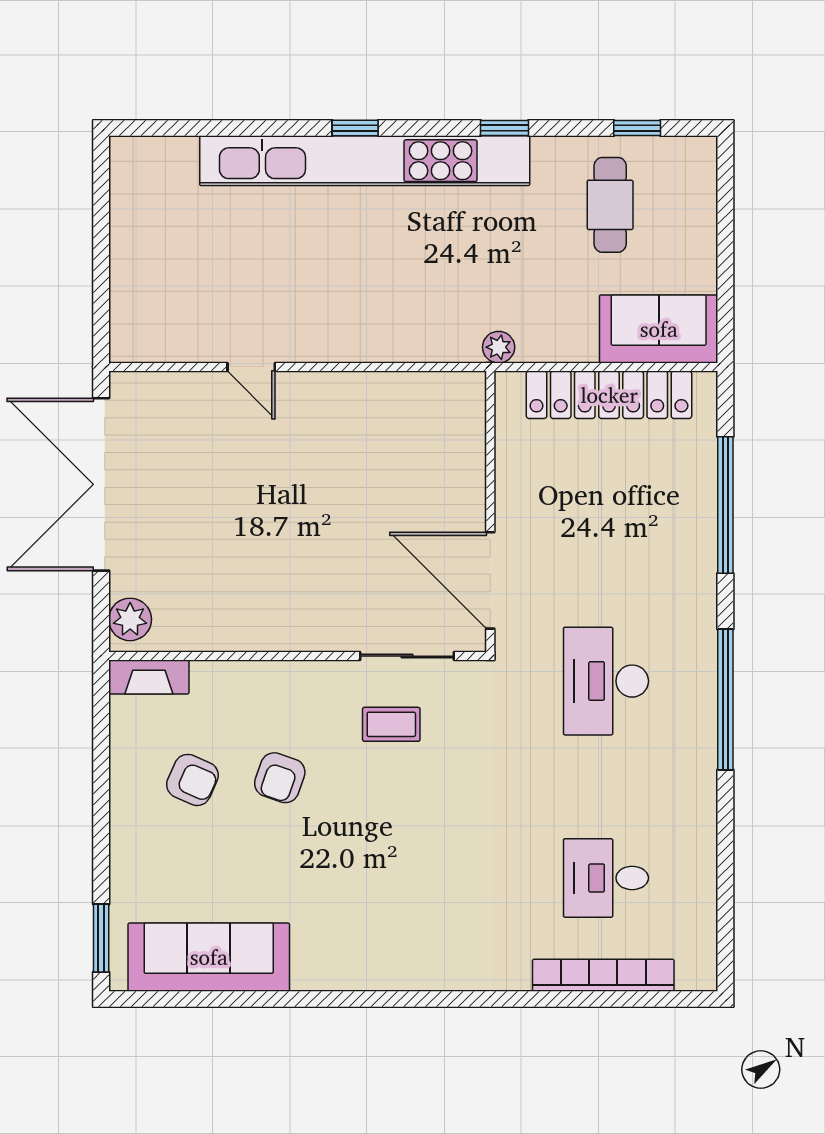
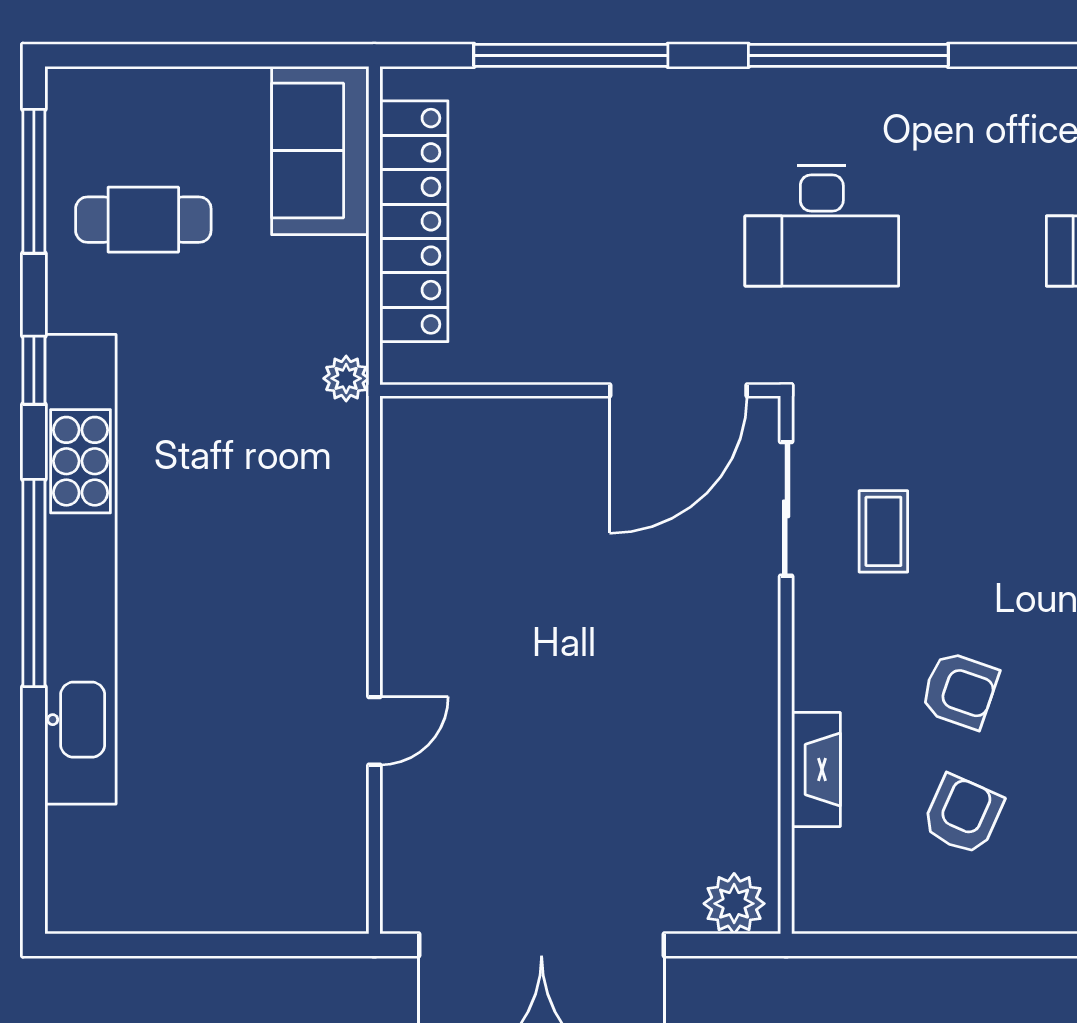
window: (355, 128) -> (34, 583), width x3.17
window: (637, 128) -> (34, 181), width x2.17
fireplace: (149, 677) -> (816, 769), moved

